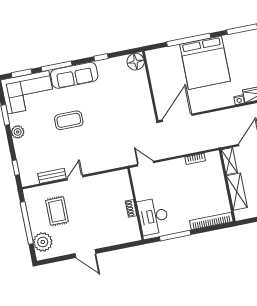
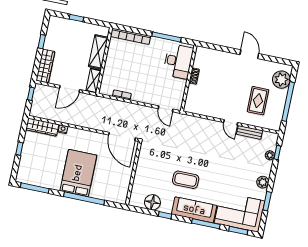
floor lamp: (136, 62) -> (152, 202), moved
bed: (205, 63) -> (78, 173), width x0.73
door: (177, 118) -> (122, 136), hinge flipped
coffee table: (69, 120) -> (186, 180), moved
plant: (22, 162) -> (270, 155), added
door: (75, 178) -> (231, 122), hinge flipped

